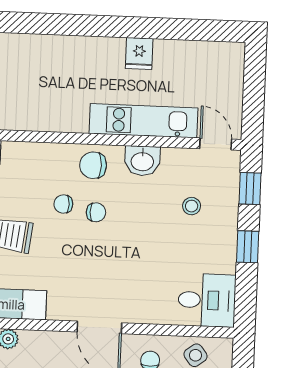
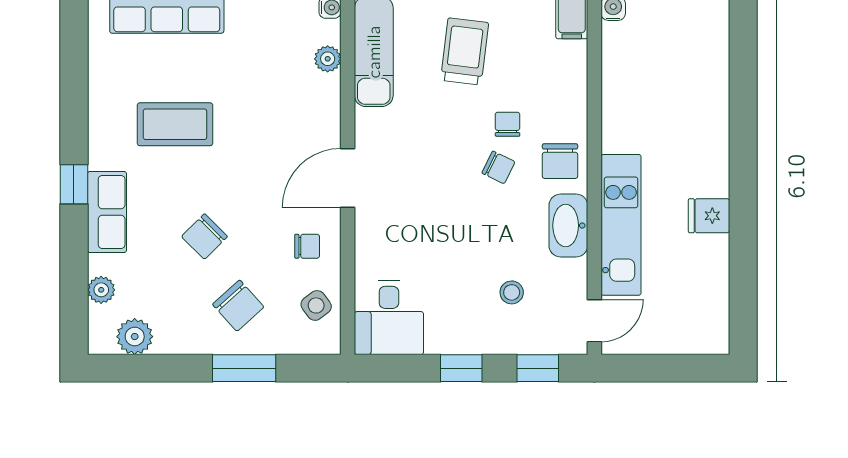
washbasin: (142, 161) -> (568, 225), width x1.38
chair: (93, 165) -> (560, 161), turned 180
chair: (96, 212) -> (498, 167), turned -64

